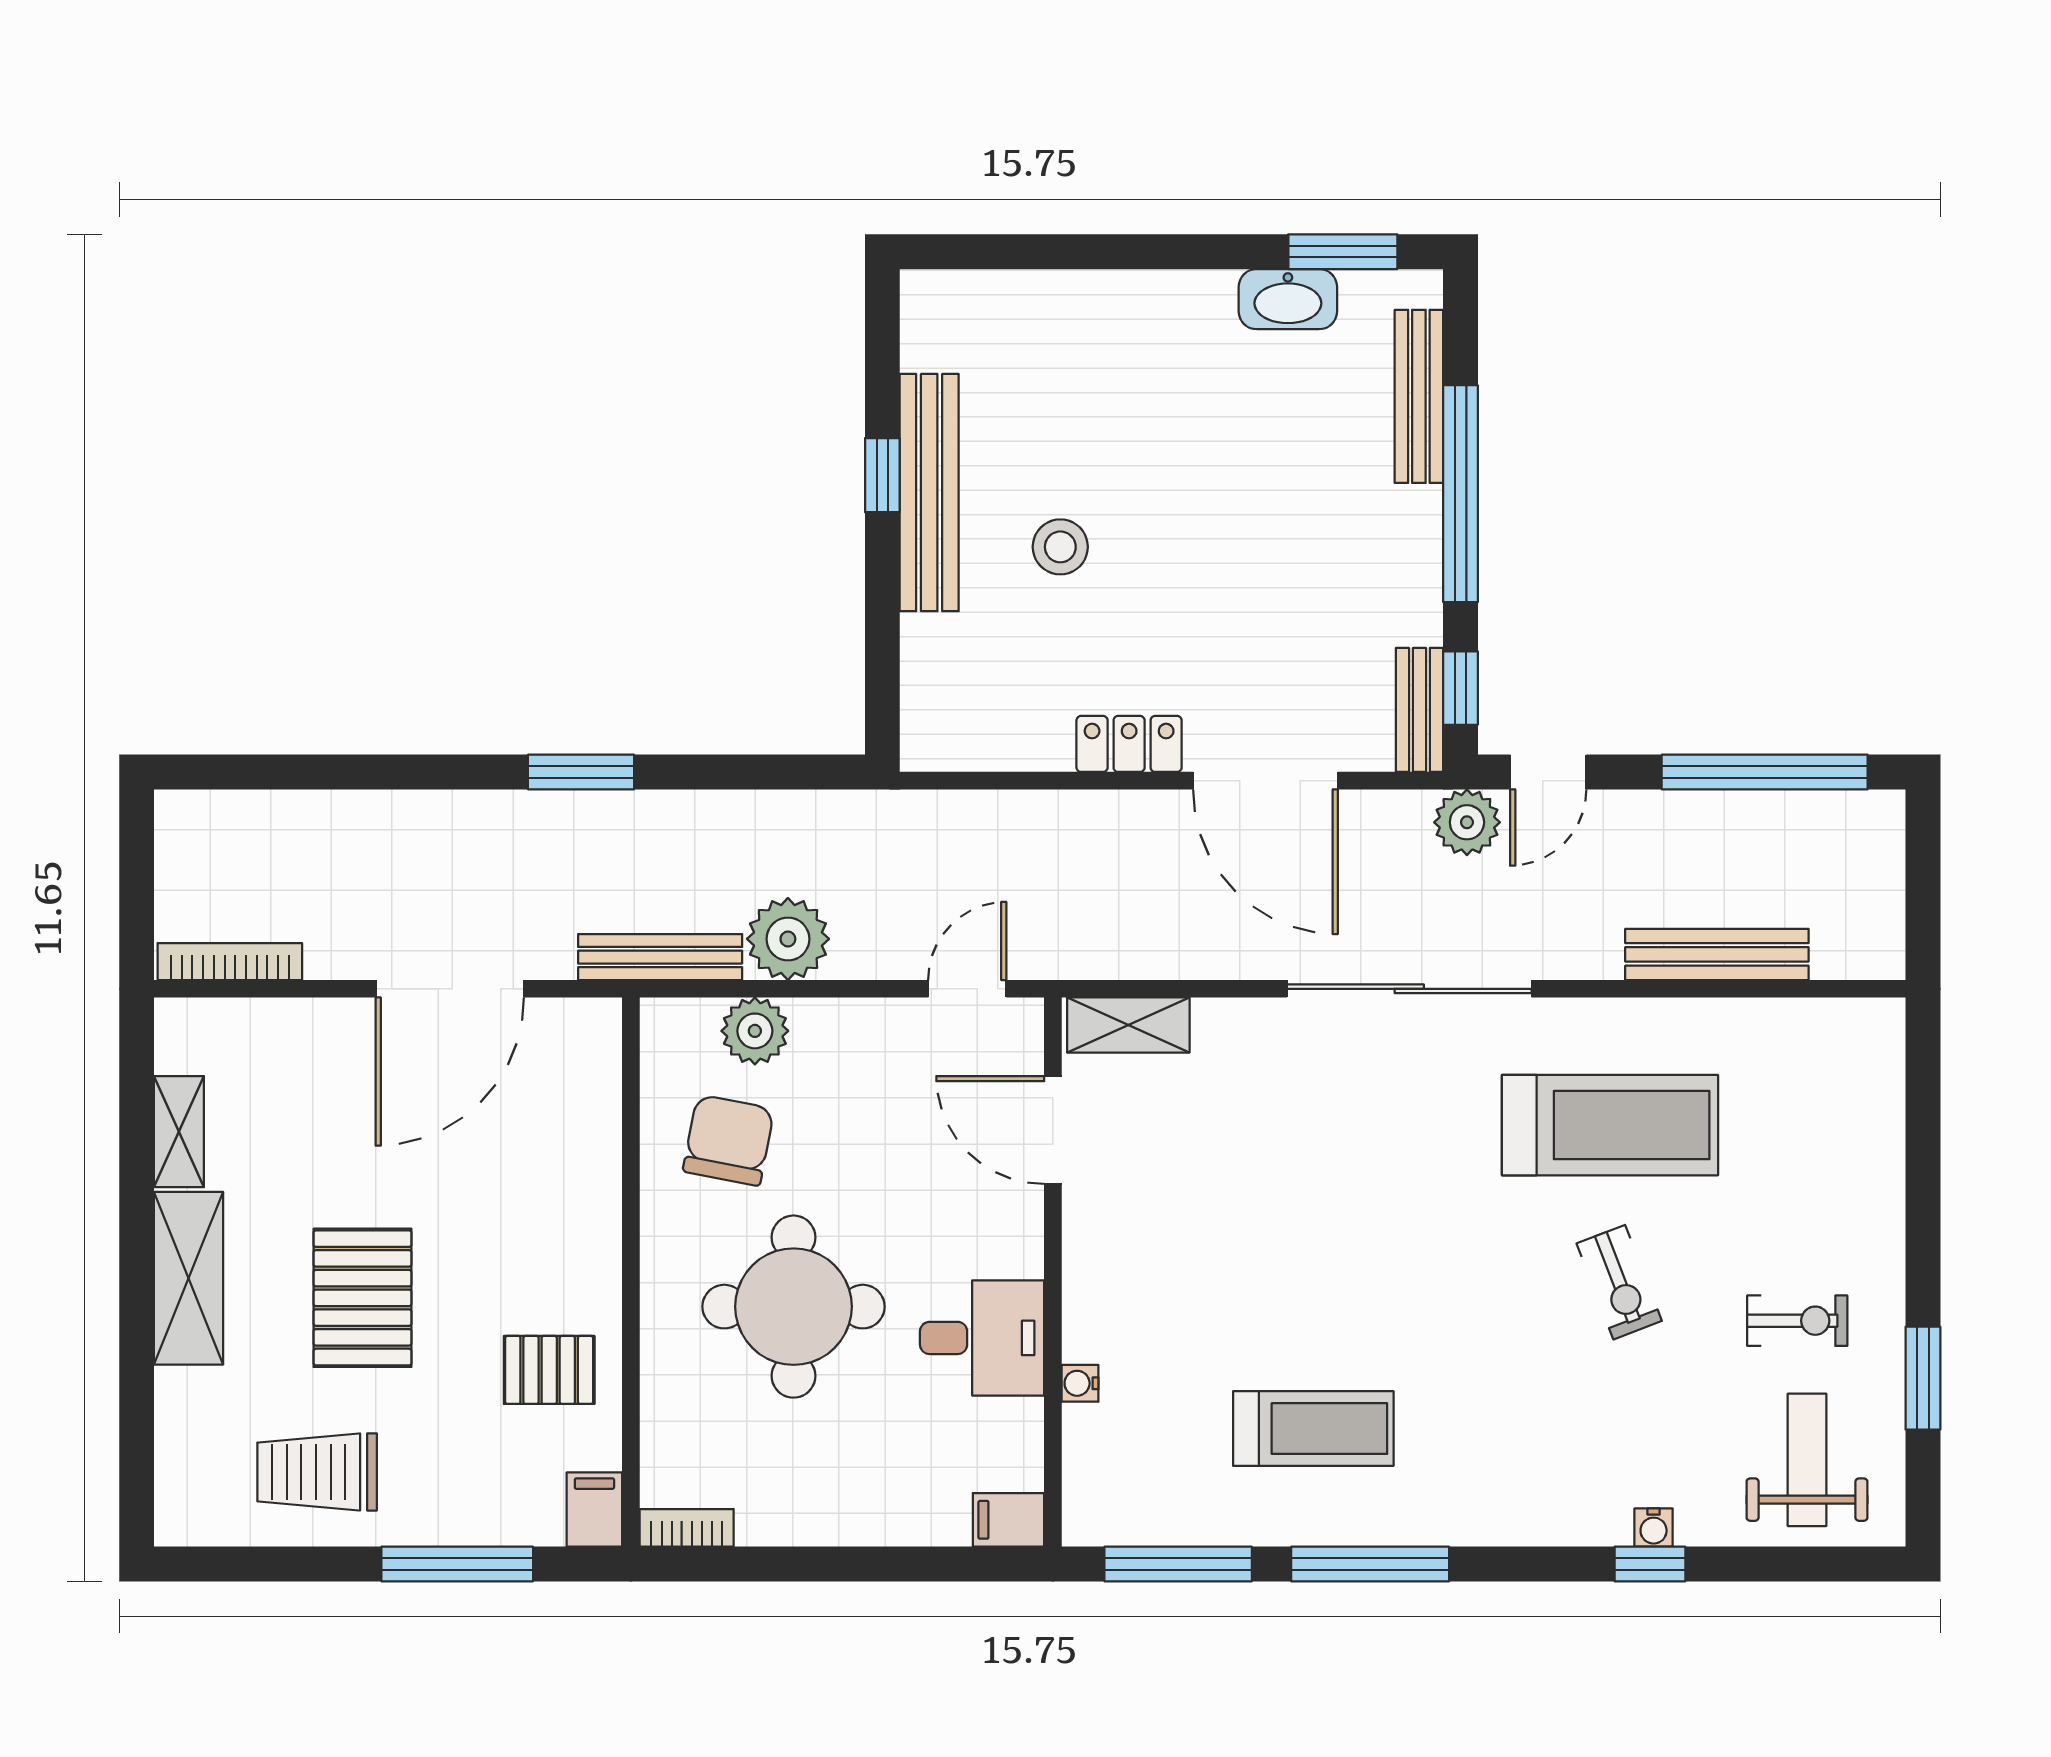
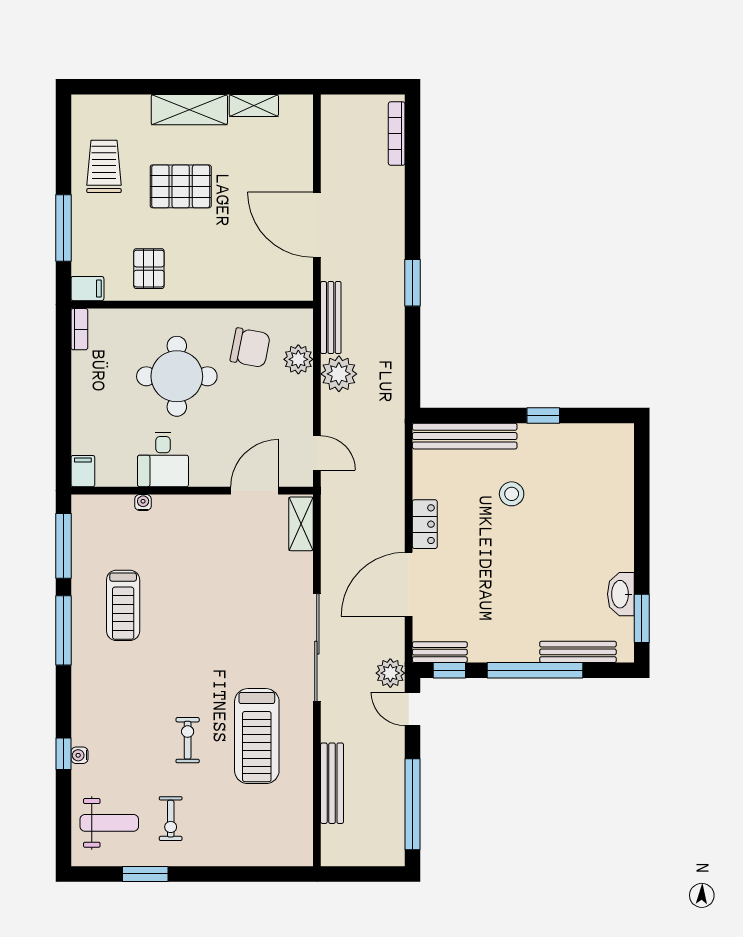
bench: (929, 493) -> (465, 436), moved
bookcase: (230, 962) -> (397, 134), moved, turned 180
exercise bike: (1619, 1282) -> (188, 740), turned 111

